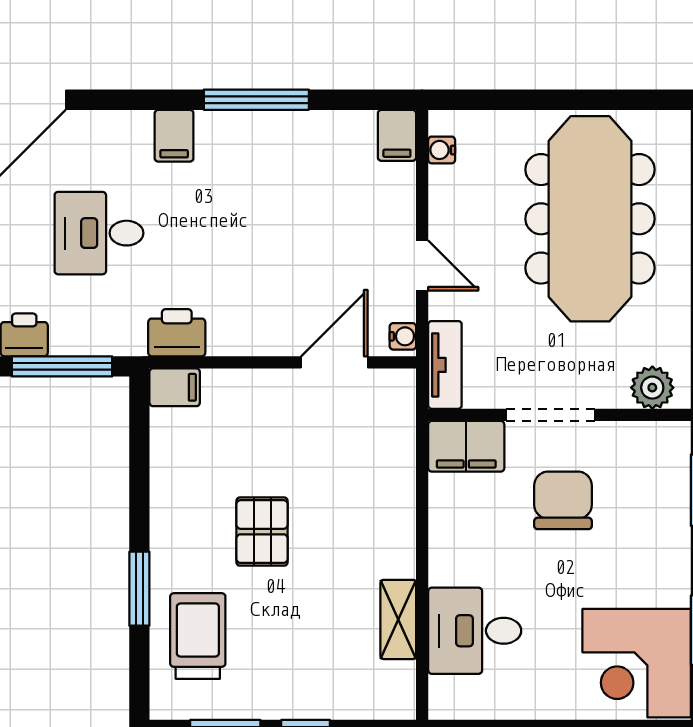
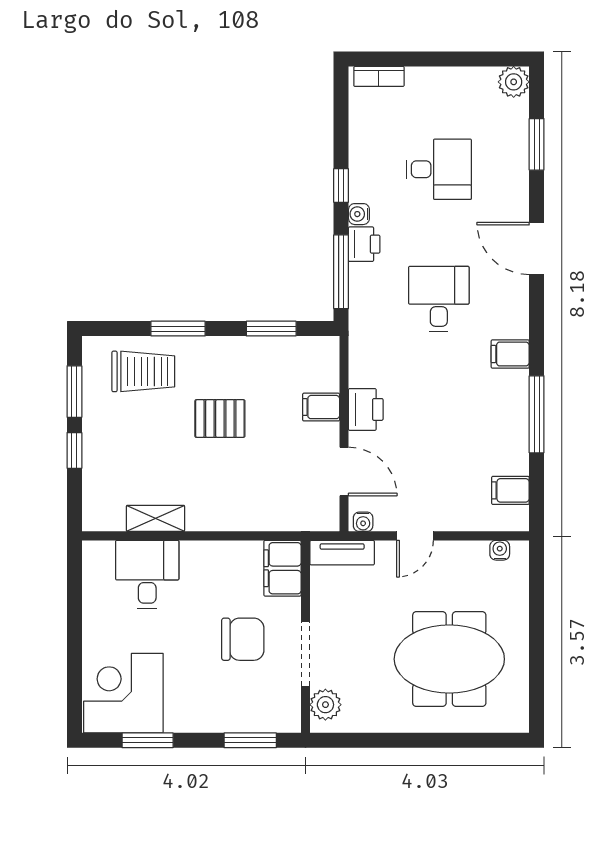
filing cabinet: (397, 135) -> (510, 490), moved
meeting table: (590, 219) -> (449, 659), width x0.73
printer: (177, 333) -> (366, 409), moved
filing cabinet: (175, 387) -> (321, 407), moved, turned 90
doorway: (551, 415) -> (305, 654), moved
window: (139, 462) -> (271, 329), added

